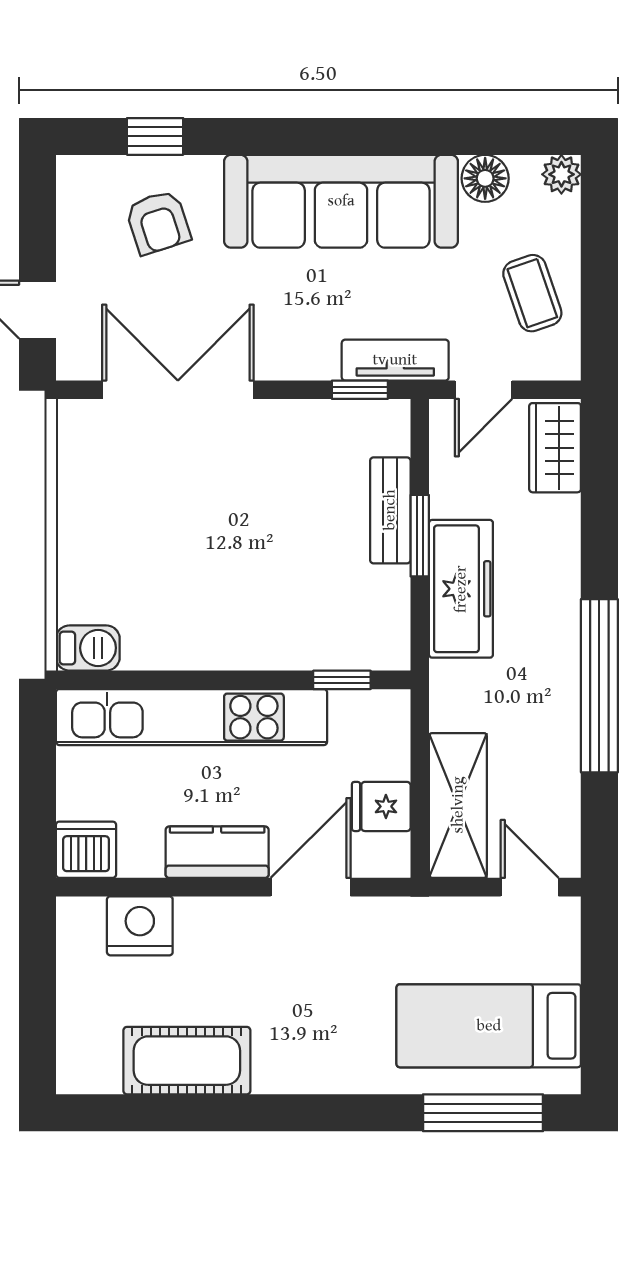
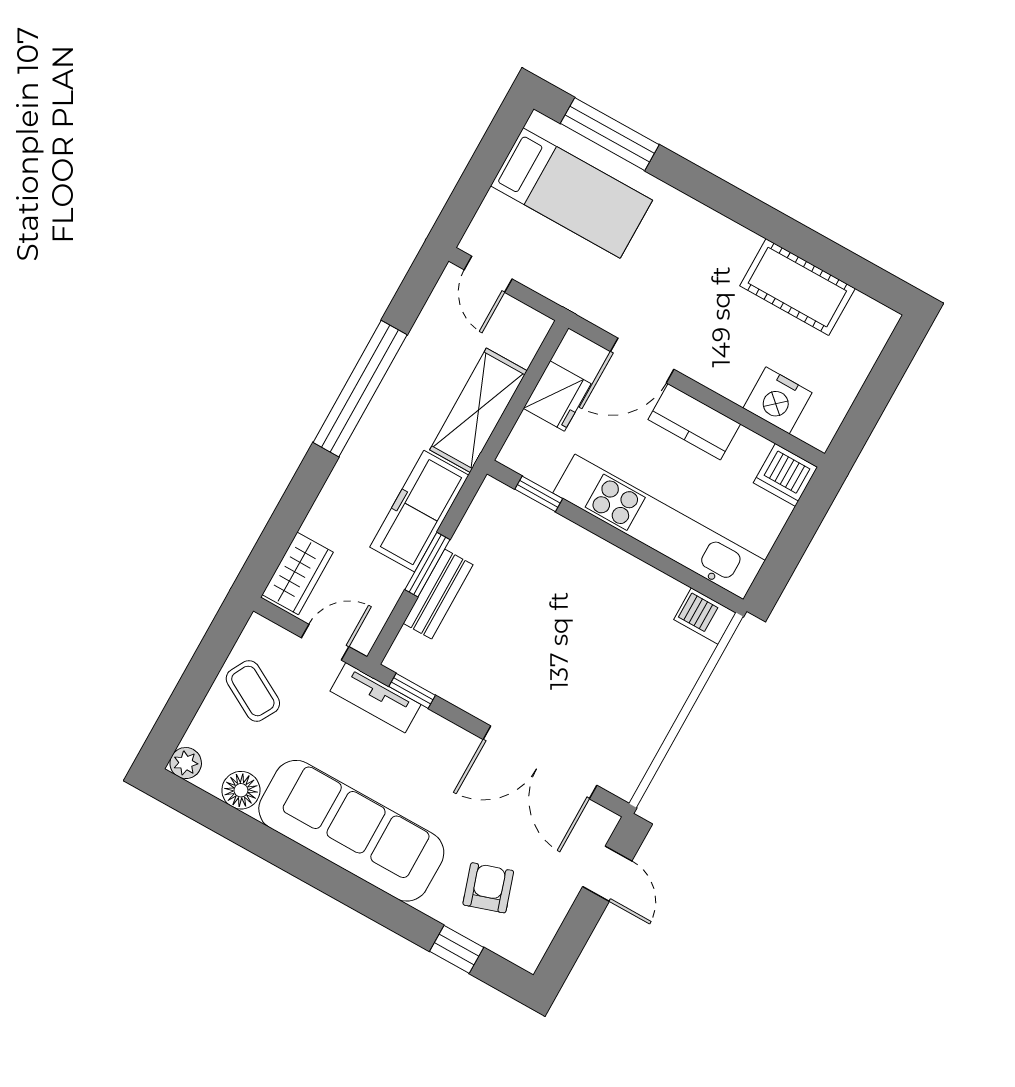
coffee table: (532, 293) -> (253, 691), turned -42
shelving: (458, 805) -> (478, 410), moved
fridge: (381, 806) -> (557, 396), width x1.38

